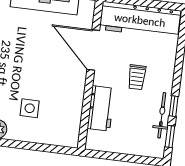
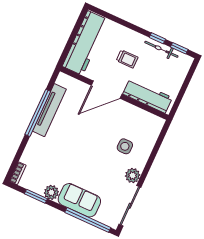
door: (93, 50) -> (107, 90), moved
workbench: (101, 108) -> (148, 96), width x1.38

